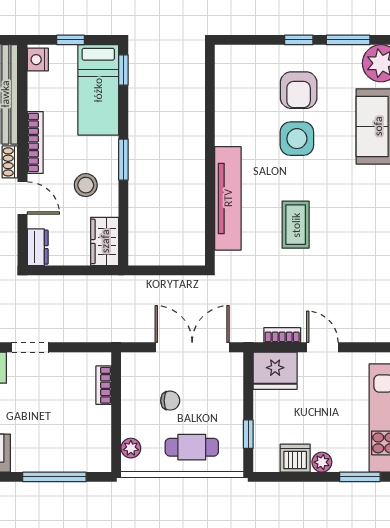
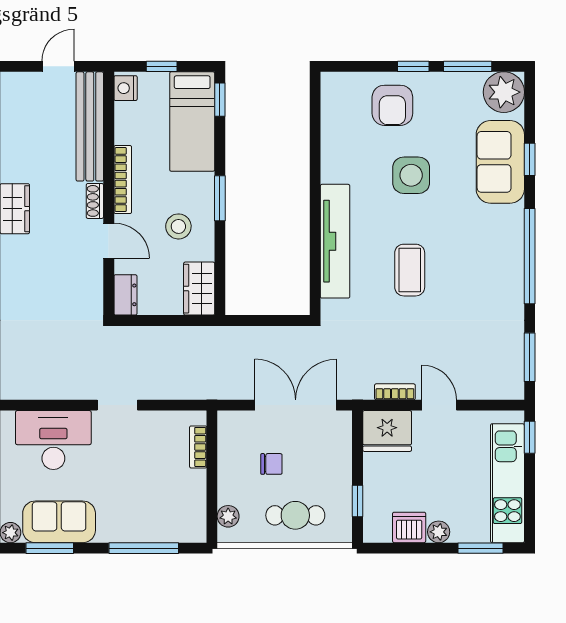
armchair: (299, 90) -> (392, 105), moved

